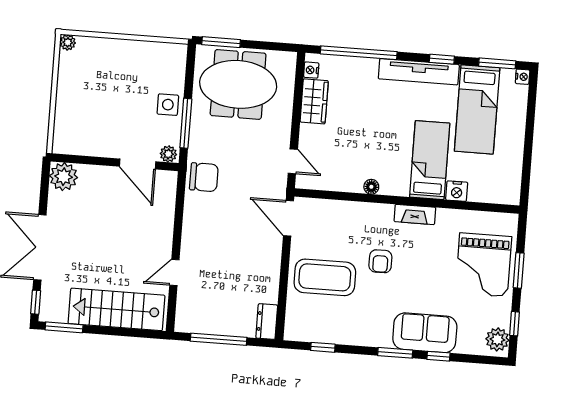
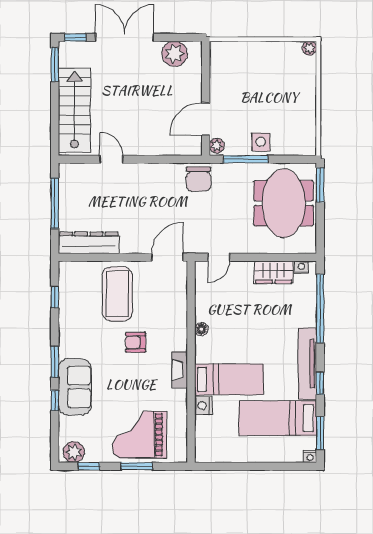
plant: (64, 177) -> (175, 54), moved
dresser: (267, 322) -> (89, 243), width x1.96, depth x1.24

